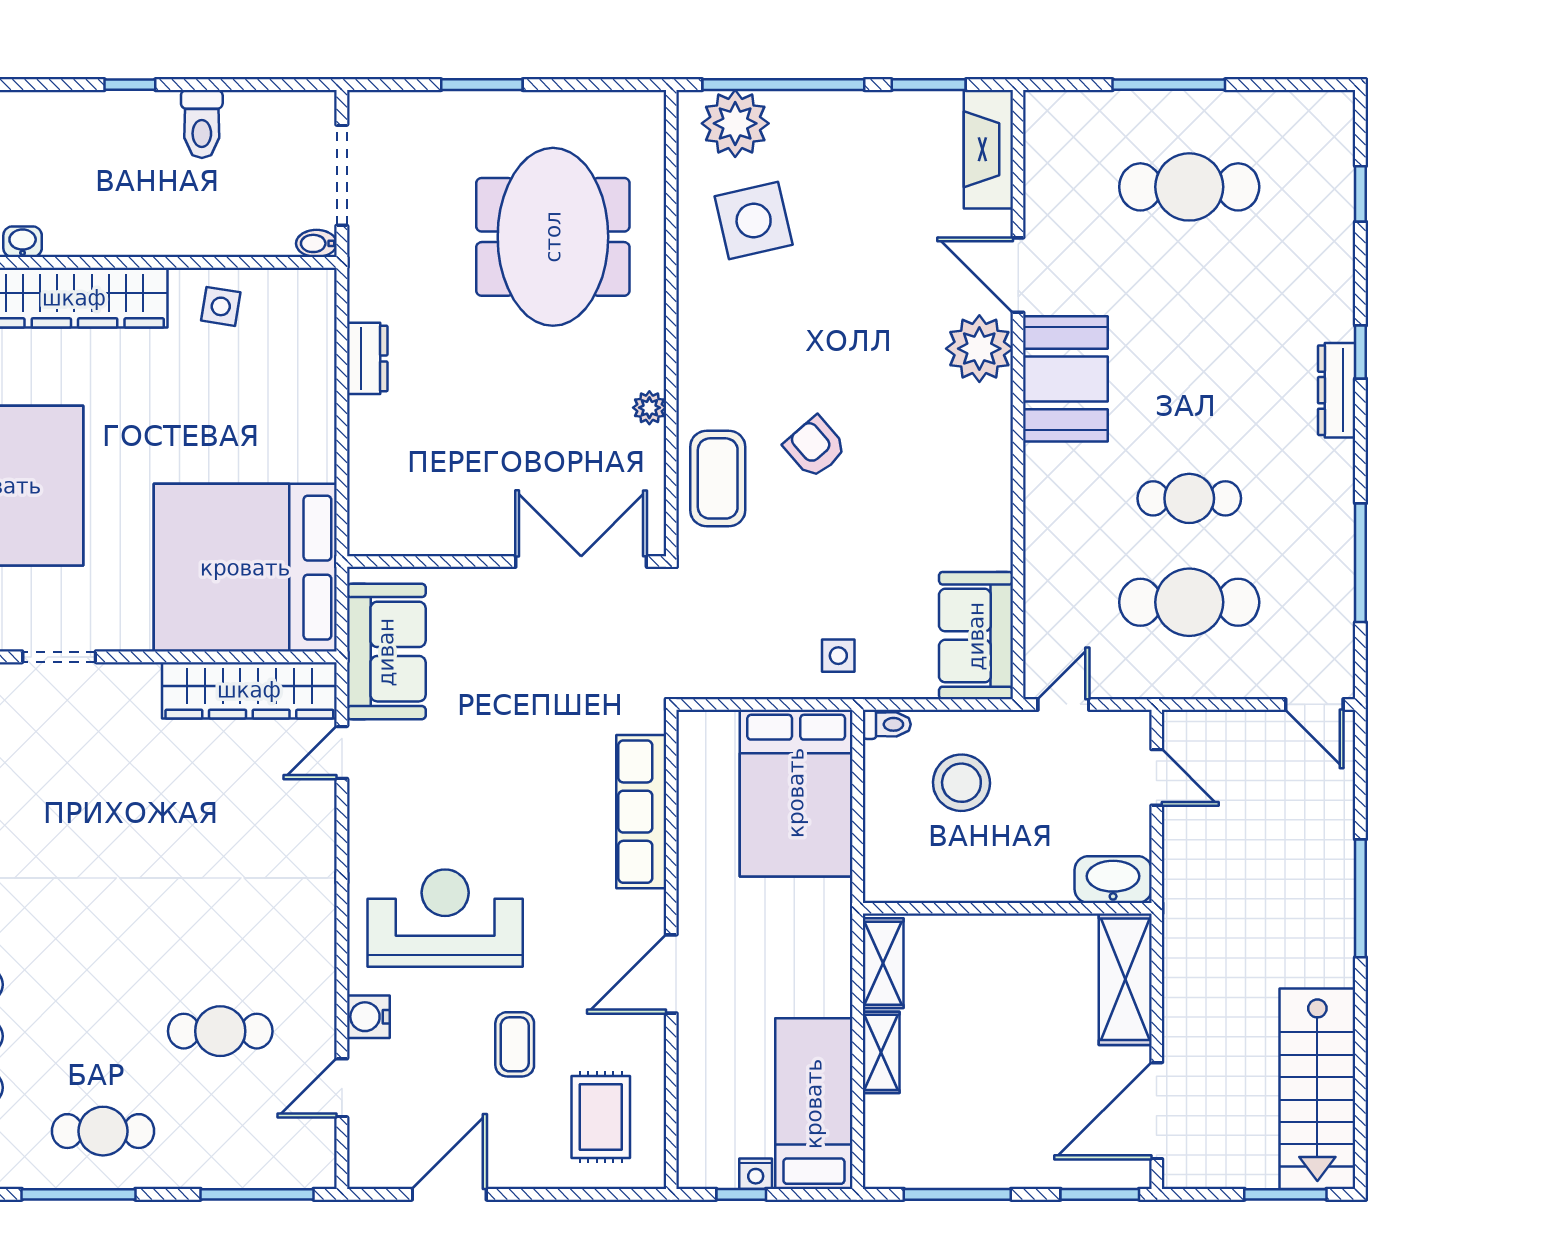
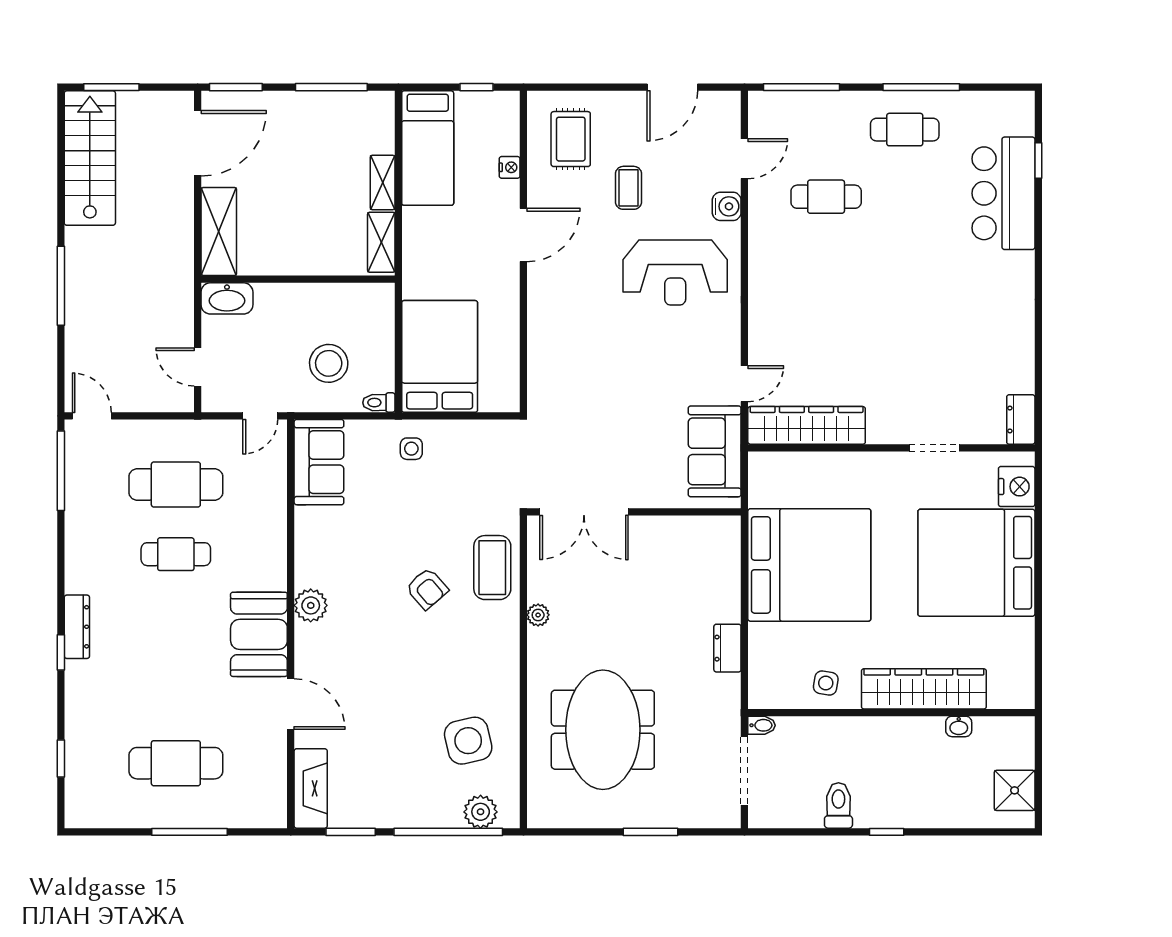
plant: (735, 123) -> (481, 812), width x0.73, depth x0.73
plant: (979, 349) -> (311, 605), moved, width x0.73, depth x0.73
window: (1360, 563) -> (61, 471), moved
bed: (245, 568) -> (809, 565), moved
row of seats: (641, 812) -> (544, 344), removed
nightstand: (756, 1174) -> (510, 167), moved, turned 90

